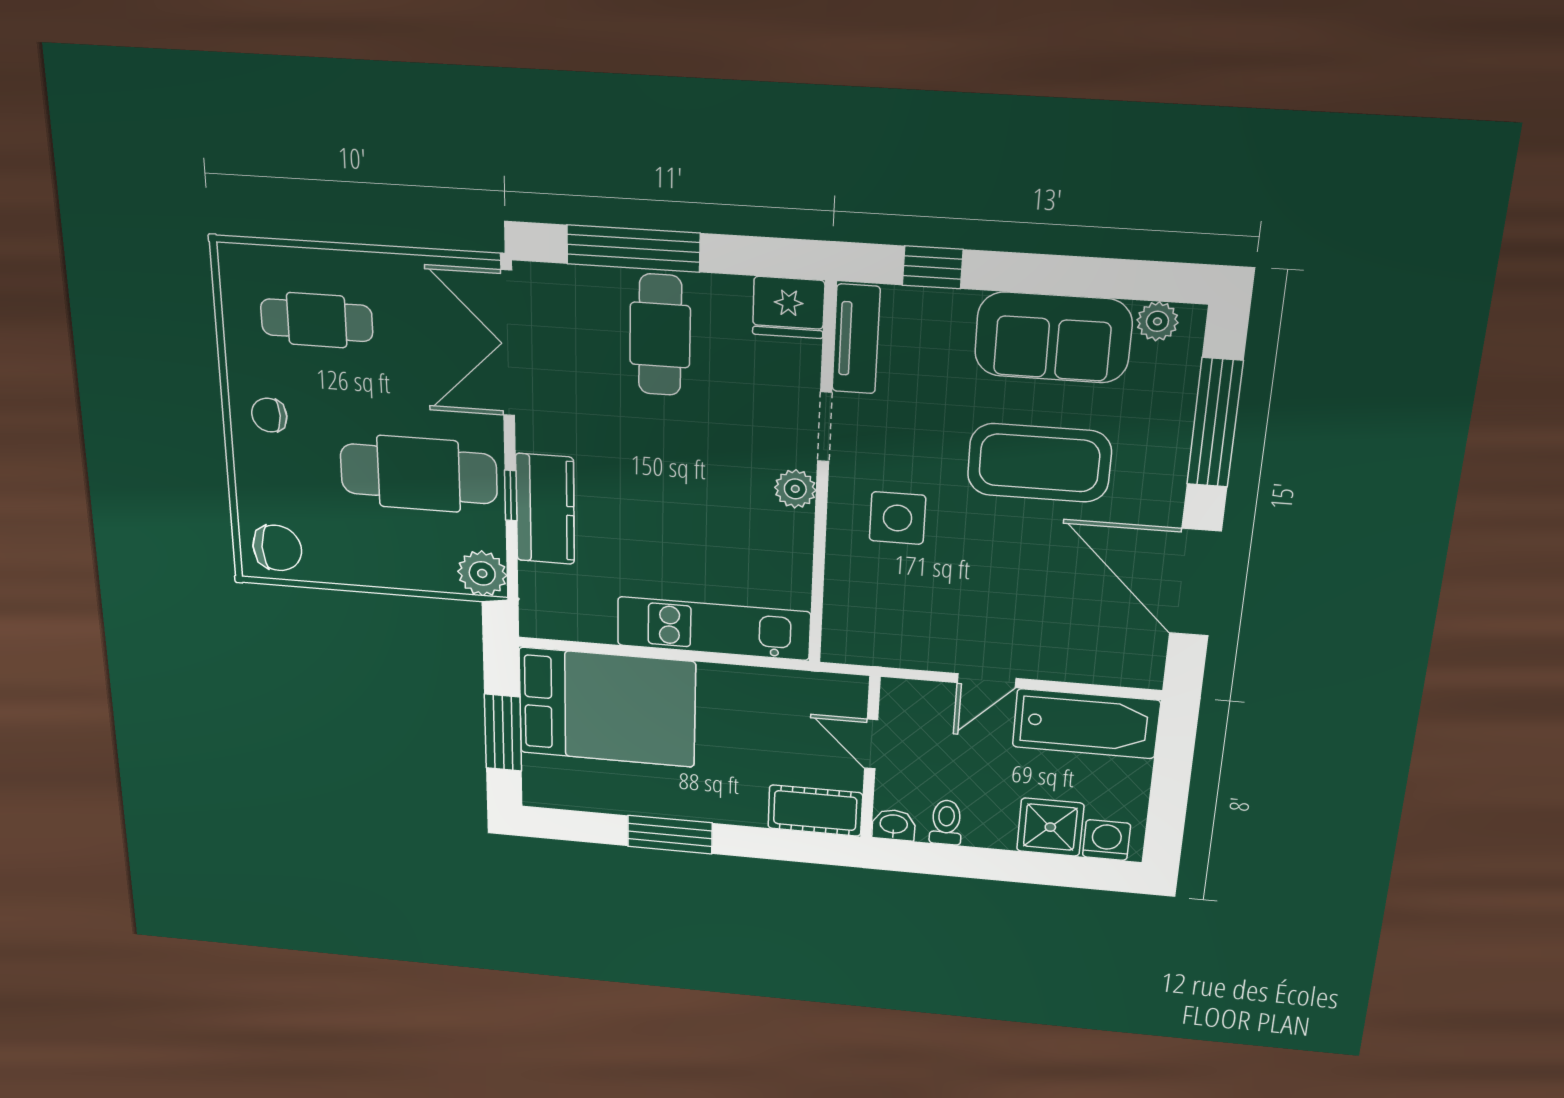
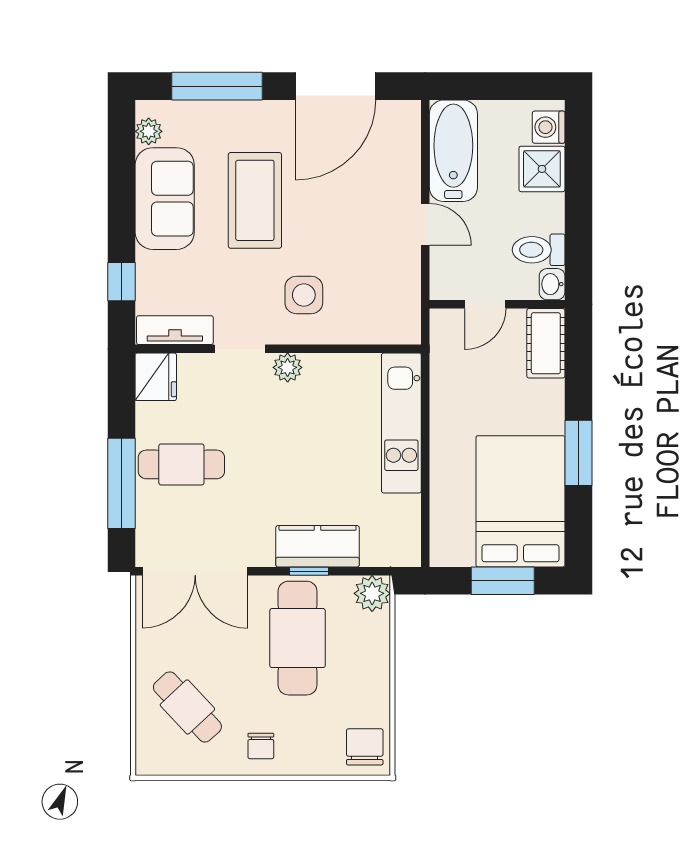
cafe table: (317, 320) -> (187, 707), turned -43
bed: (607, 707) -> (520, 501), moved
toilet: (946, 822) -> (539, 250), width x1.37, depth x1.39

